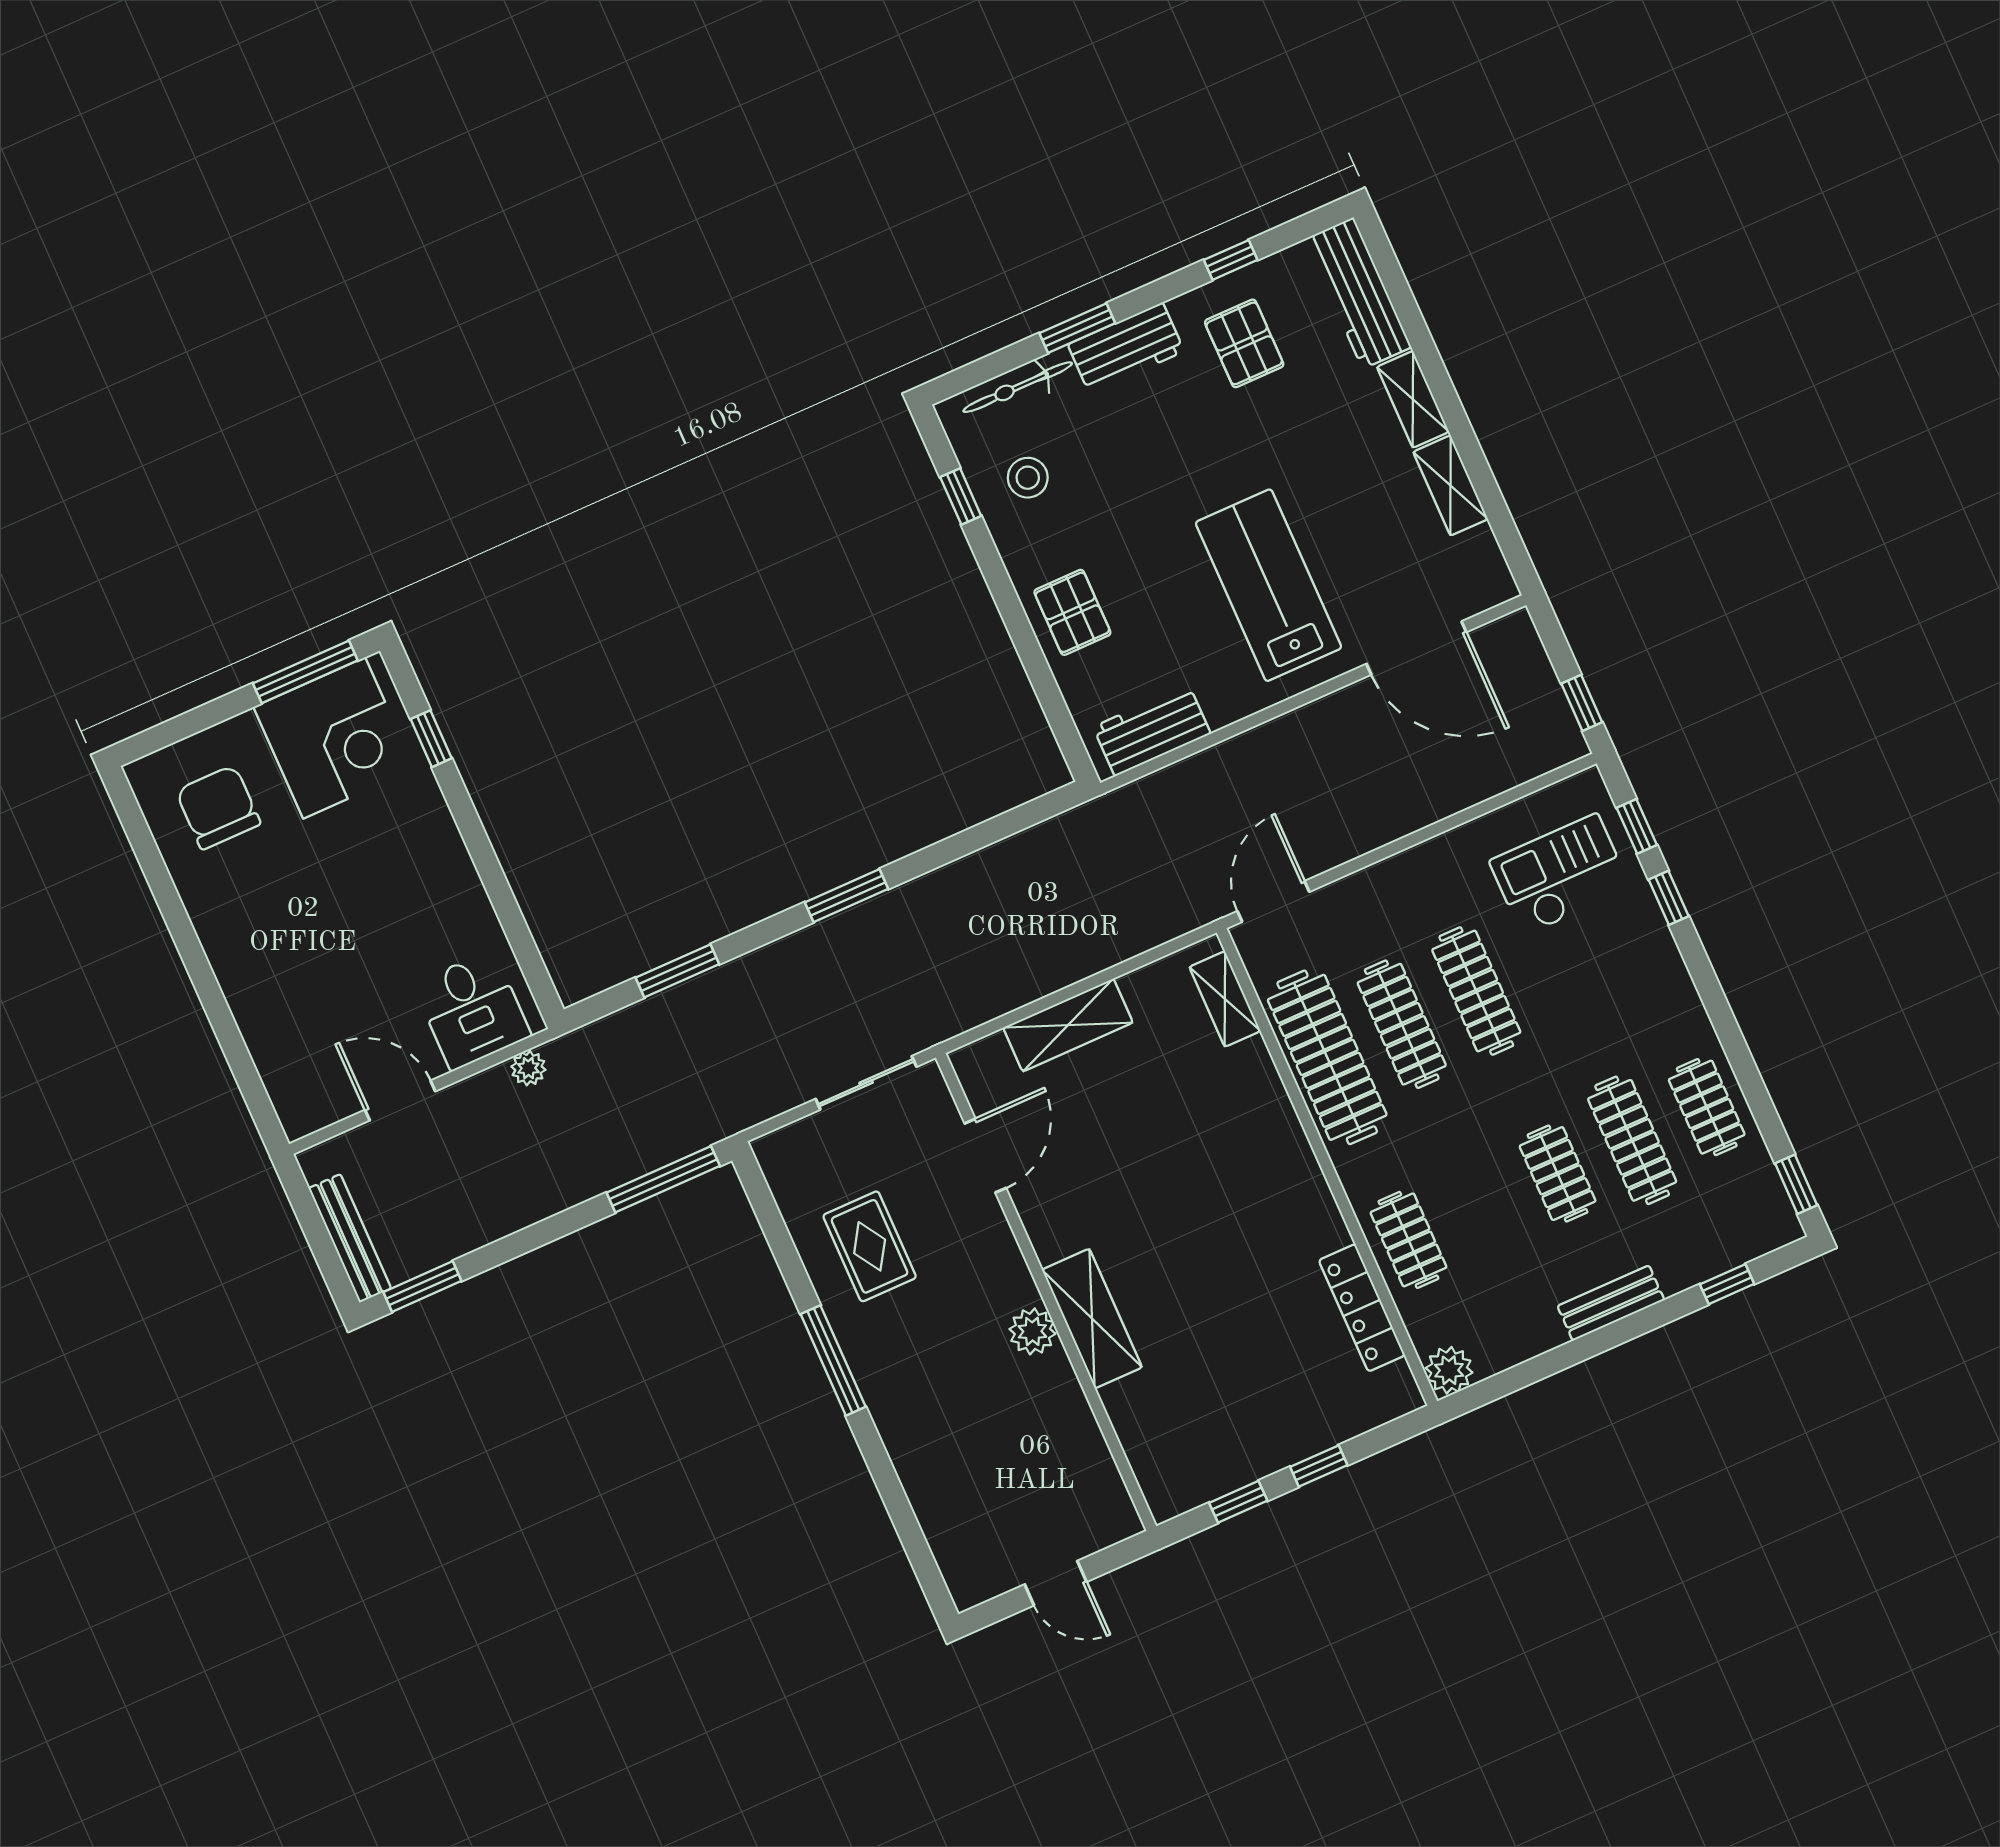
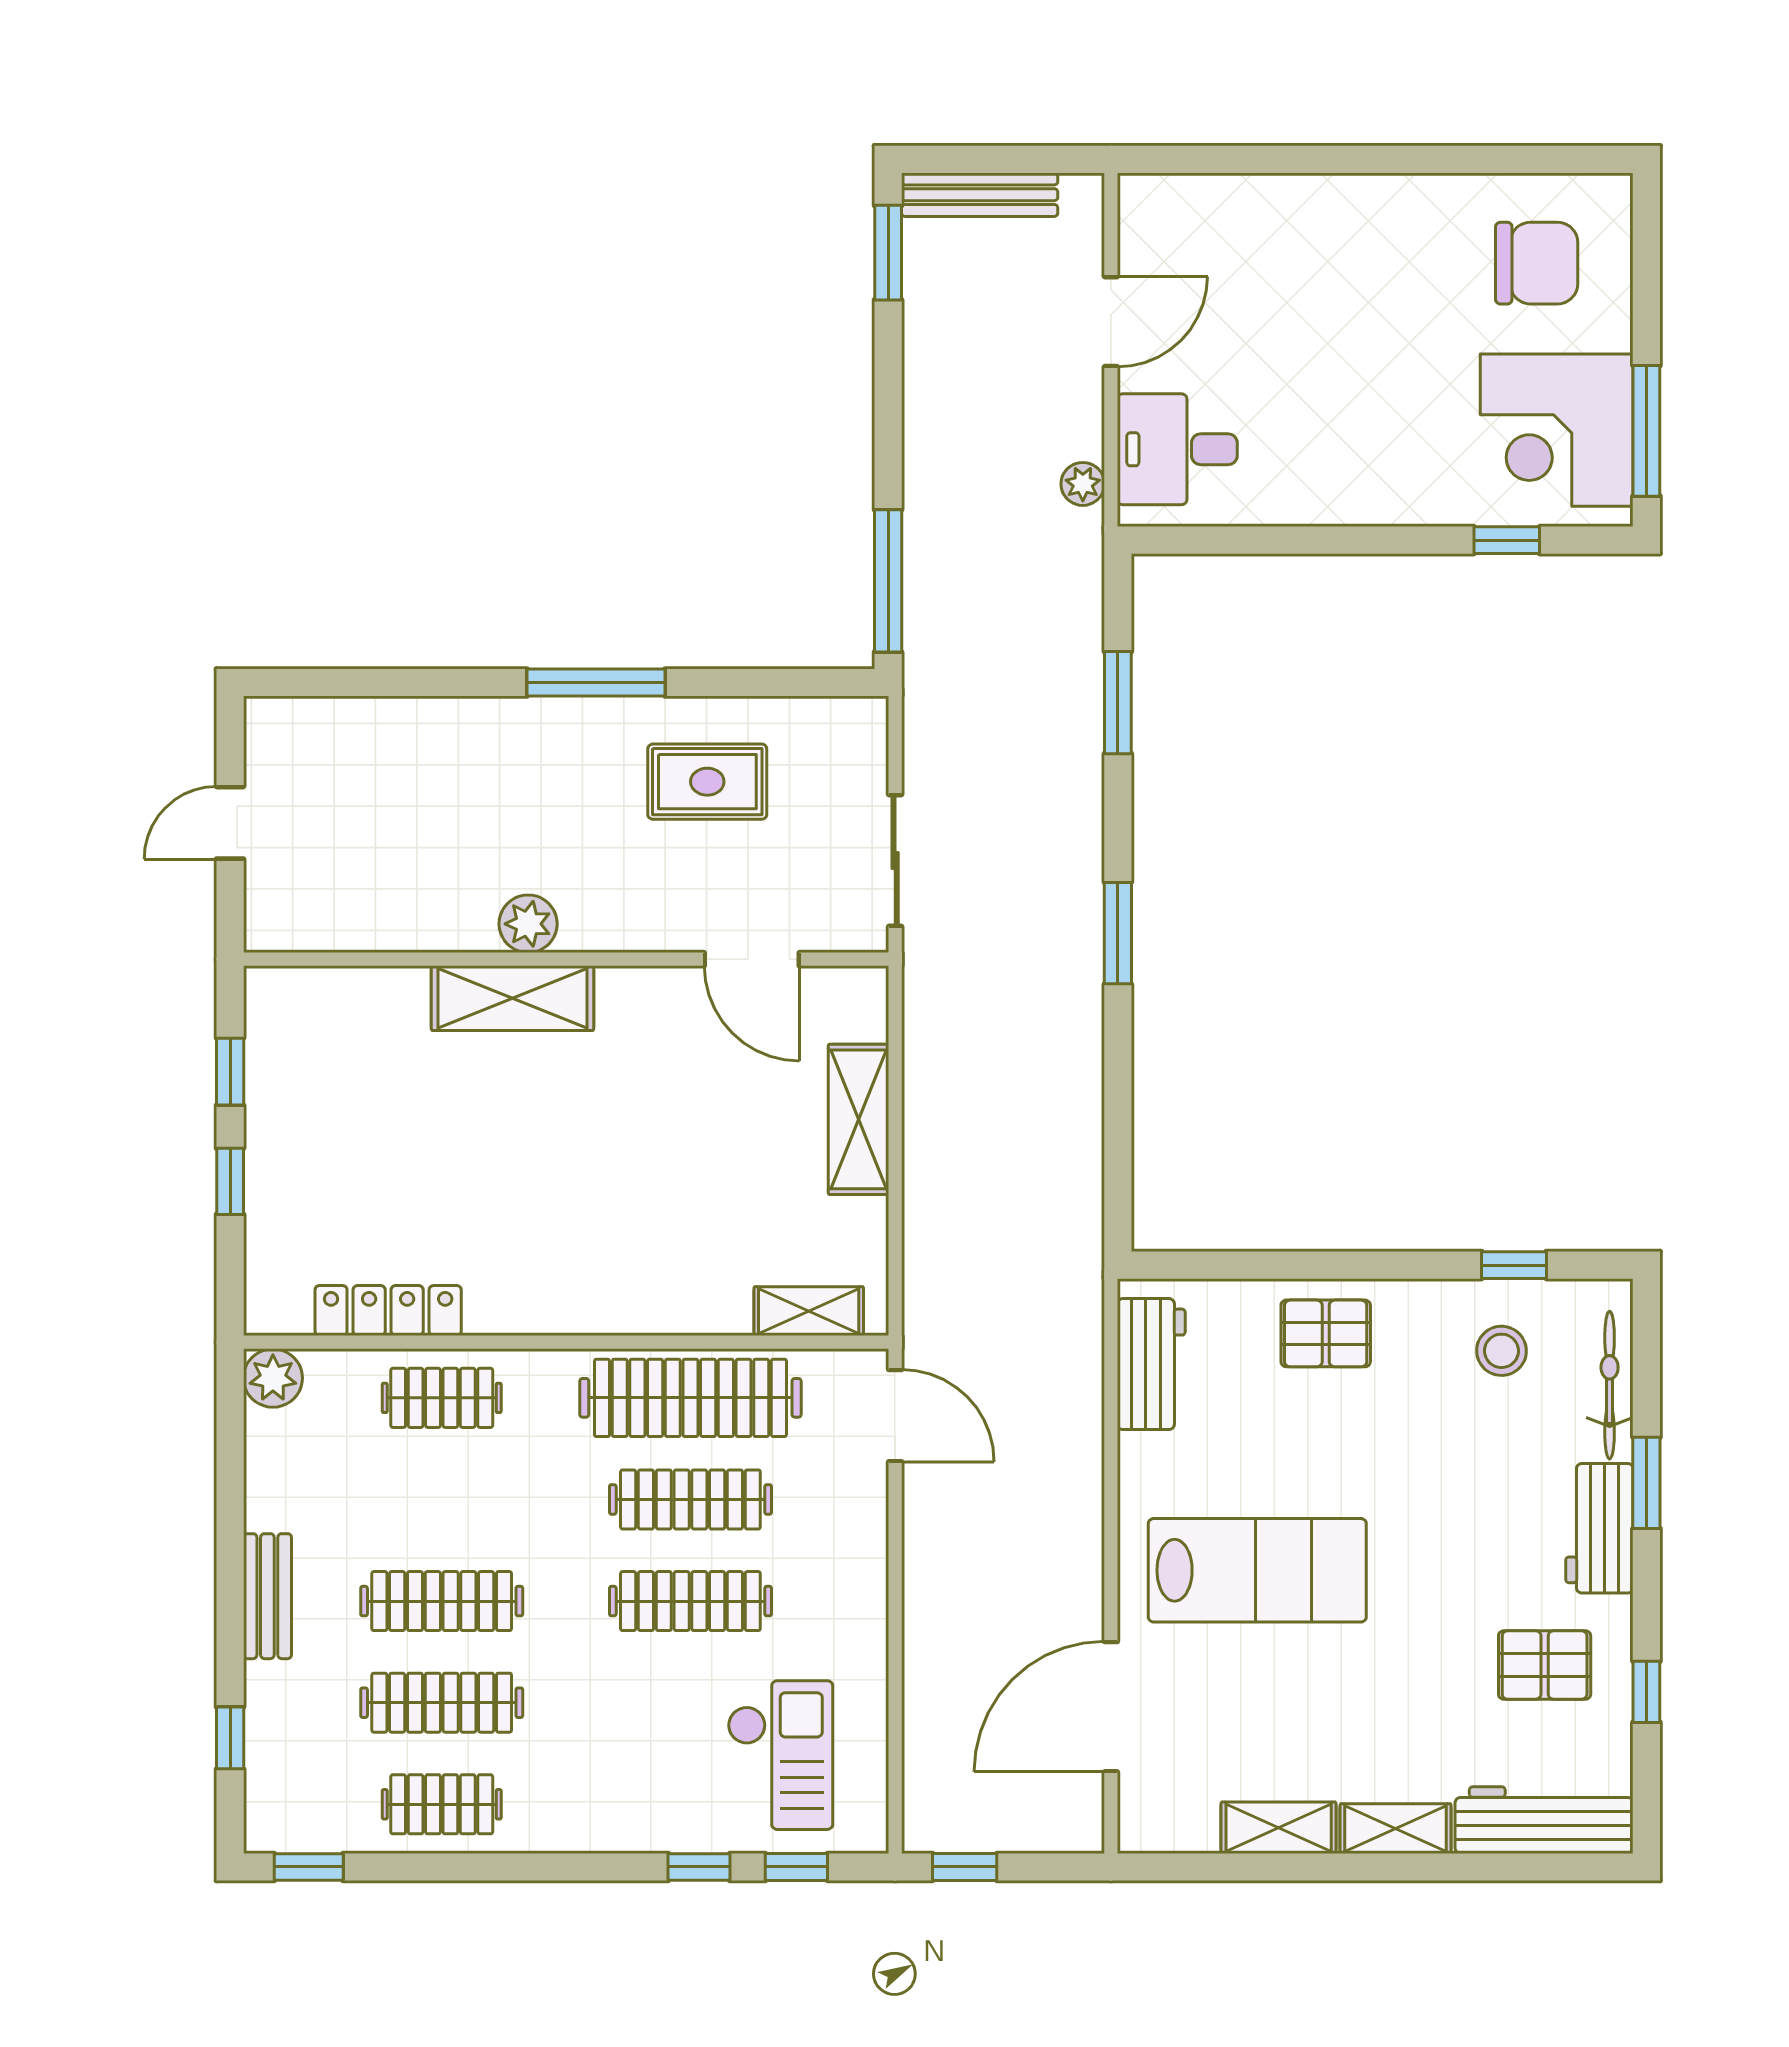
clothes rail: (1558, 1174) -> (442, 1601), width x1.36

